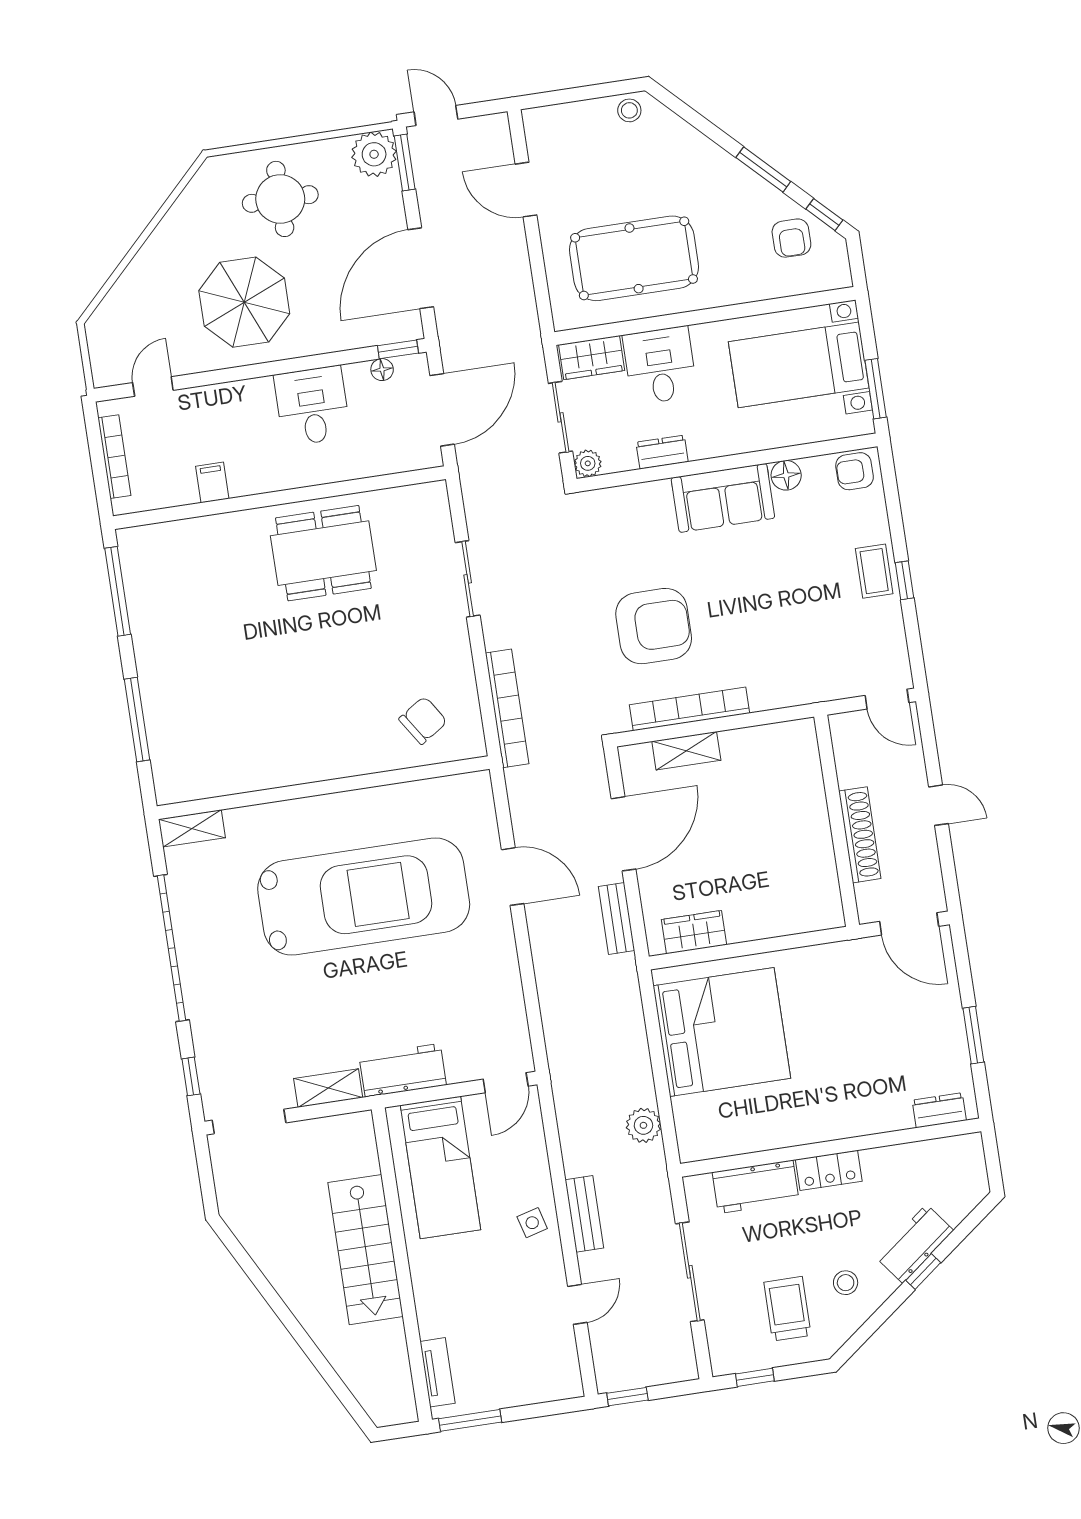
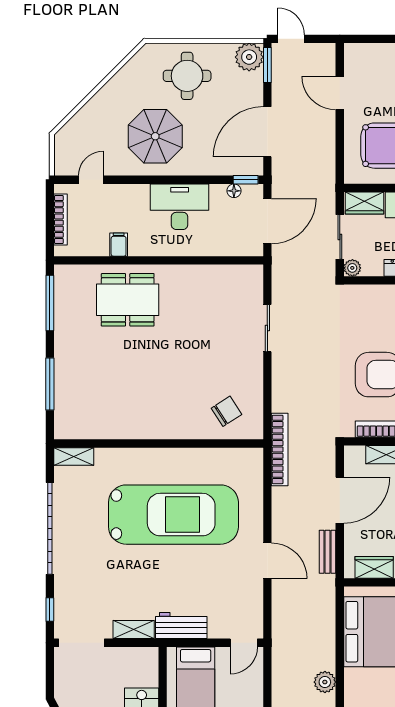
desk: (312, 406) -> (180, 207), width x1.37
dining table: (323, 553) -> (128, 300), moved
bookcase: (507, 708) -> (280, 449), moved
door: (513, 877) -> (267, 561), moved

